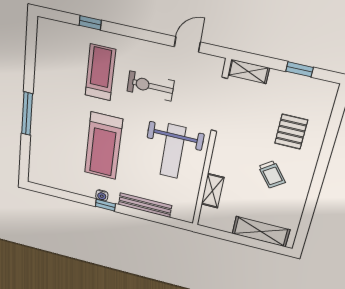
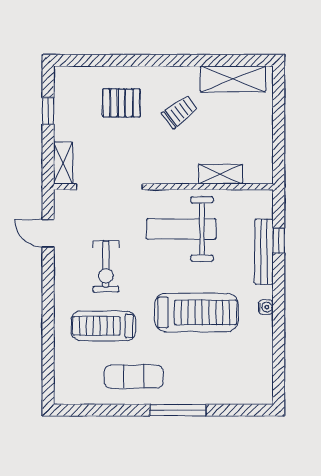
window: (90, 23) -> (48, 343), removed
exercise mat: (56, 87) -> (134, 377), added
weight bench: (173, 151) -> (181, 229), turned 180
window: (105, 205) -> (279, 241), moved
shelving: (261, 232) -> (233, 79), moved, turned 90

